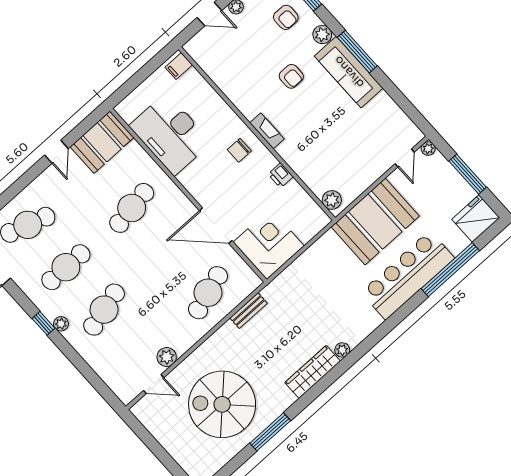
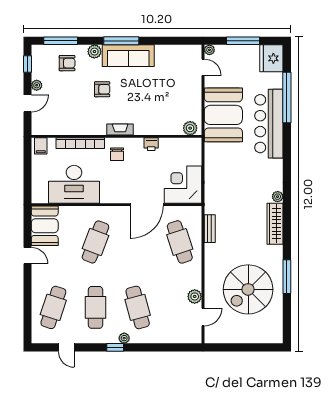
bookcase: (217, 103) -> (80, 143), added
cafe table: (132, 208) -> (95, 242), turned 30

